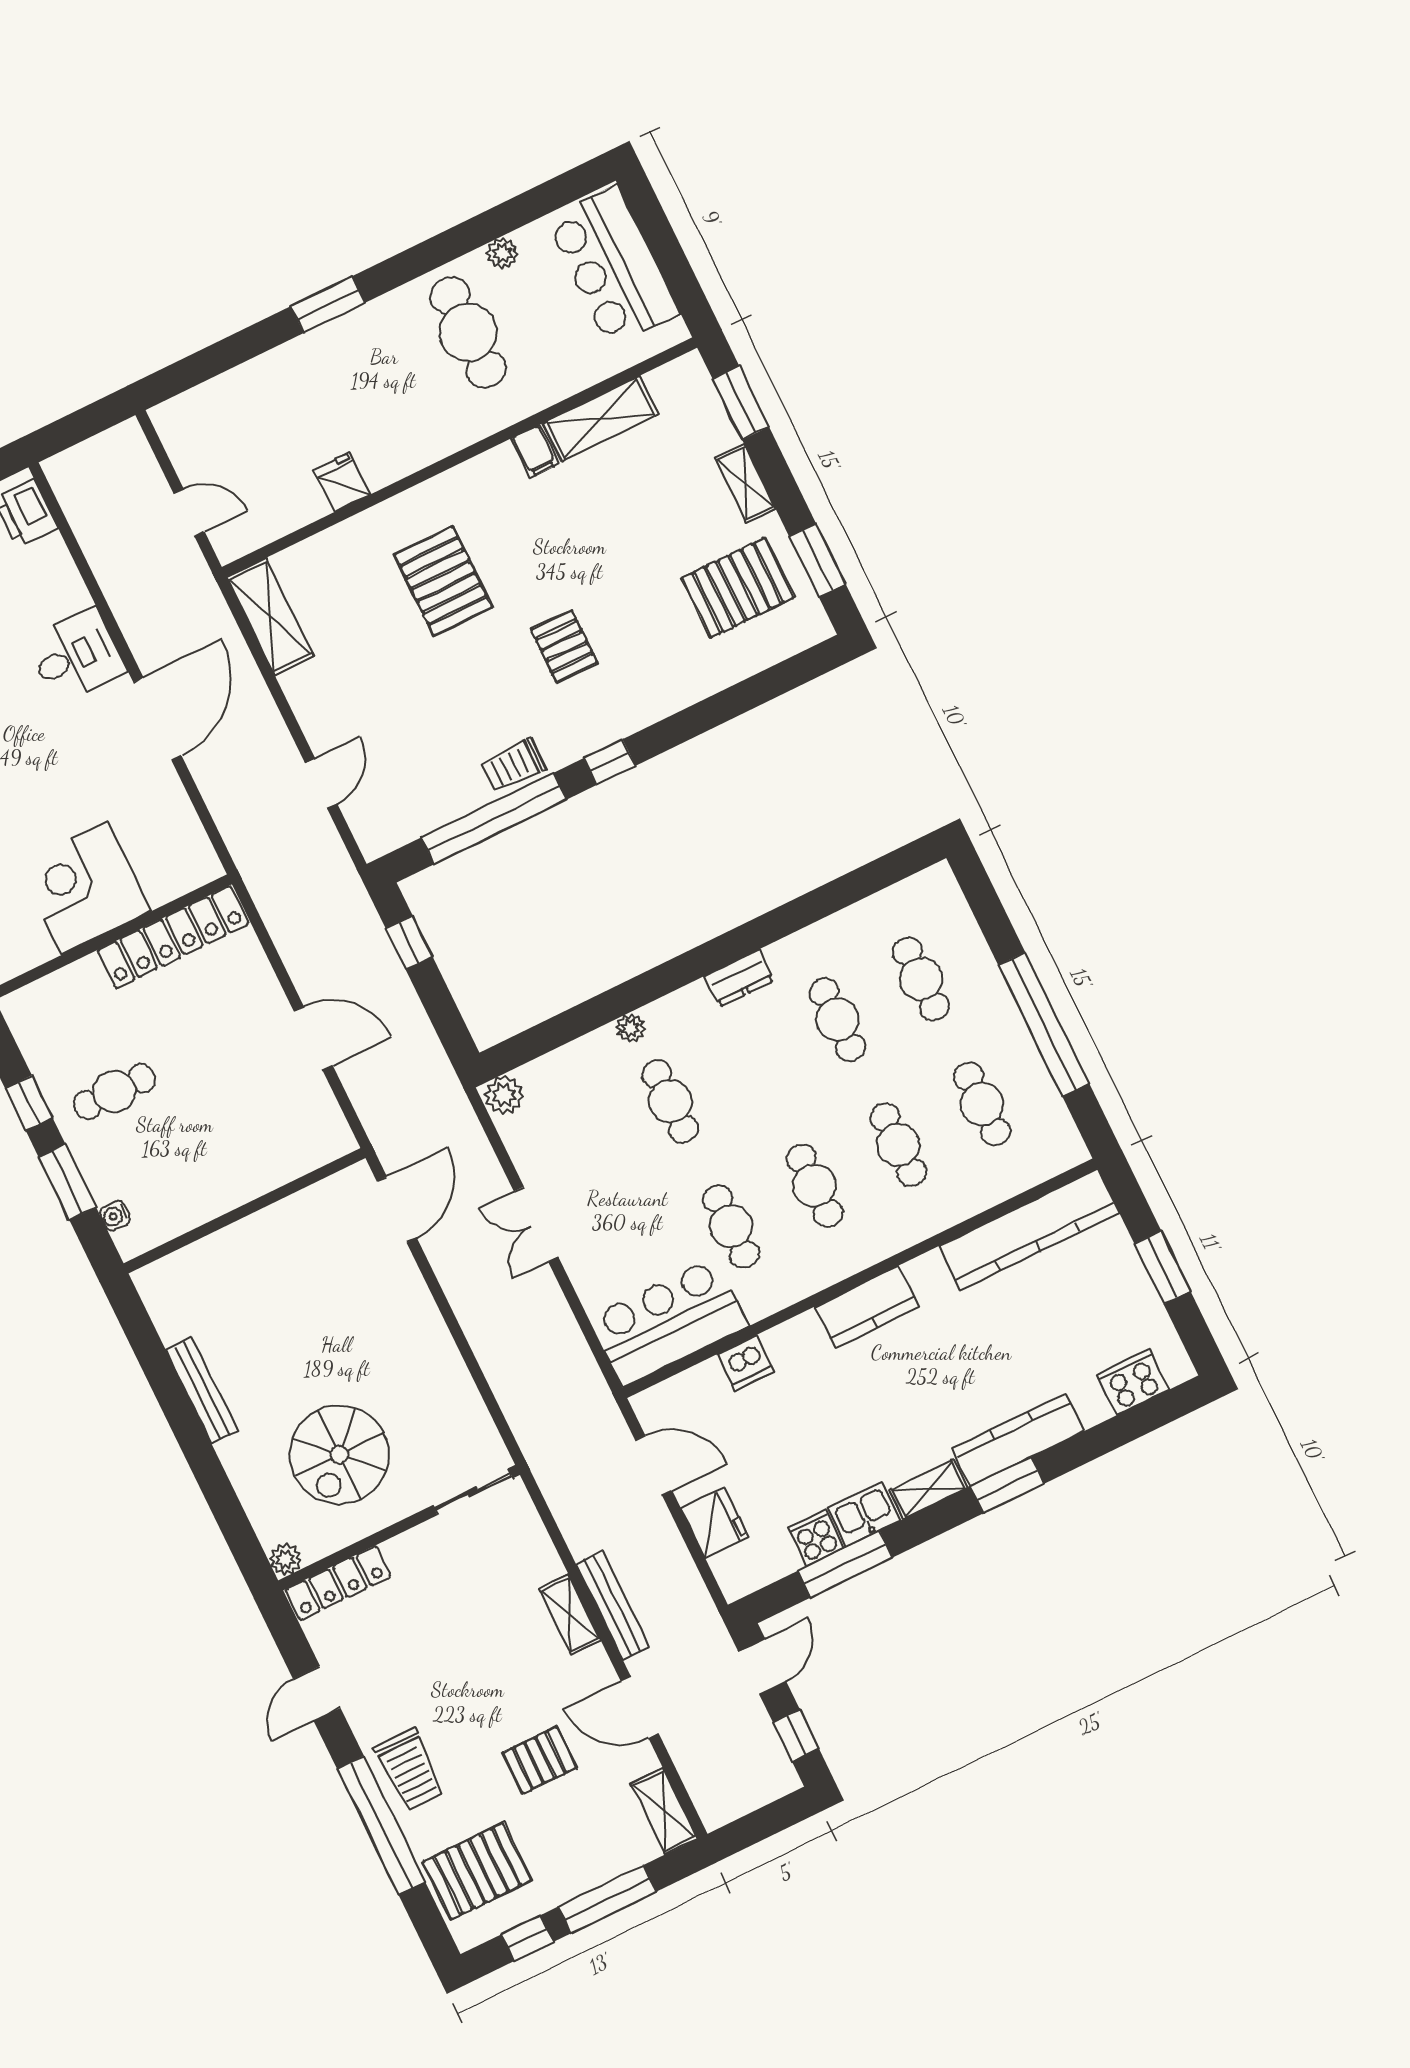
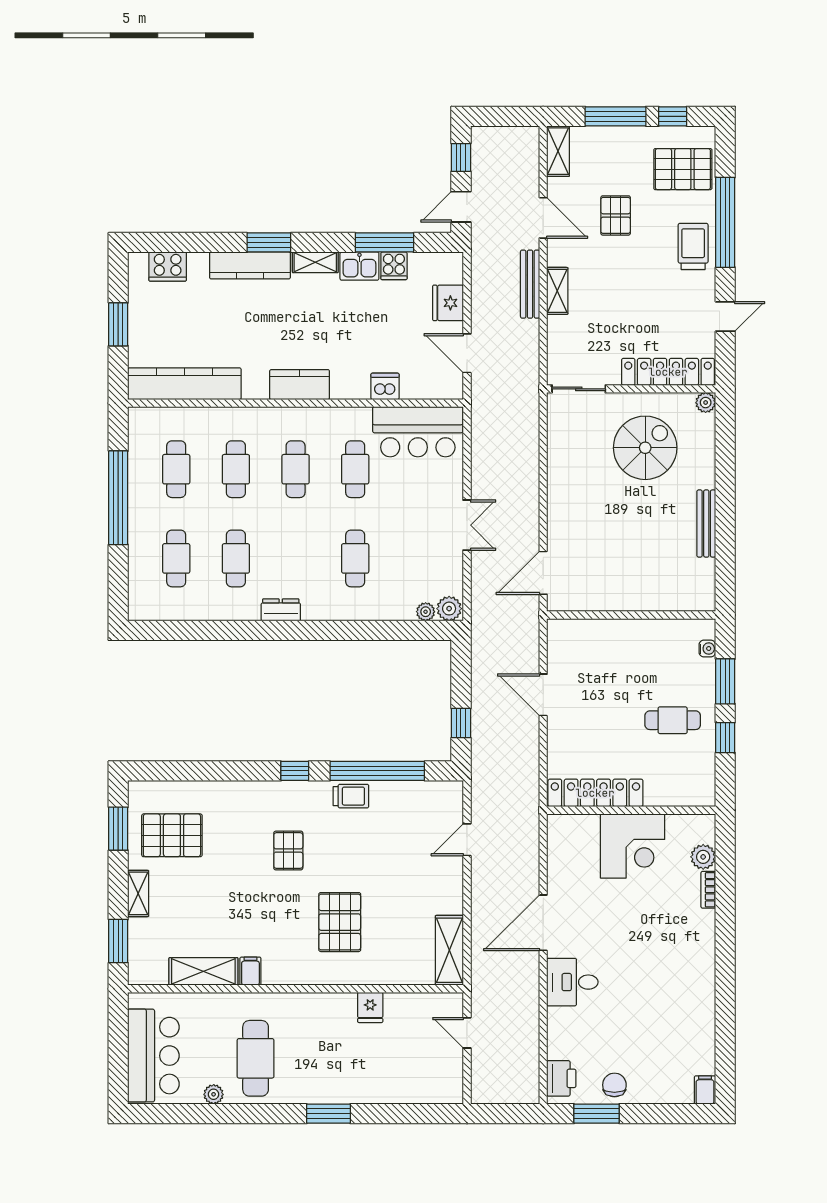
plant: (630, 1028) -> (426, 612), moved
locker: (338, 1583) -> (668, 372), width x1.41, depth x1.21
pallet: (540, 1760) -> (616, 215), turned 90

